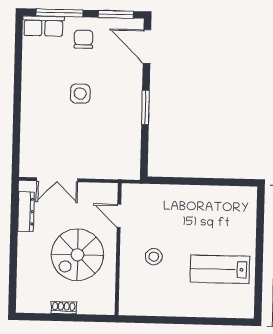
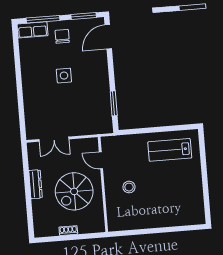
door: (147, 47) -> (108, 37), hinge flipped
window: (145, 107) -> (114, 103), moved
dresser: (26, 212) -> (36, 184), moved
lab bench: (220, 269) -> (170, 150), moved

